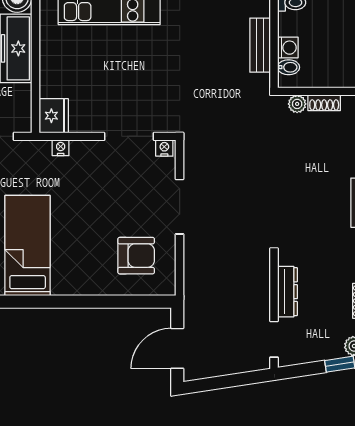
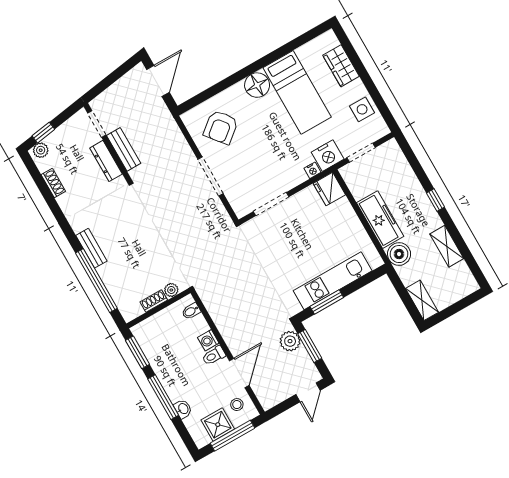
bench: (260, 45) -> (124, 149), moved
washing machine: (288, 48) -> (208, 340), moved
nightstand: (164, 148) -> (328, 156), moved, width x1.89, depth x1.79
armchair: (136, 256) -> (221, 127), turned -39
floor lamp: (68, 280) -> (257, 85), added

